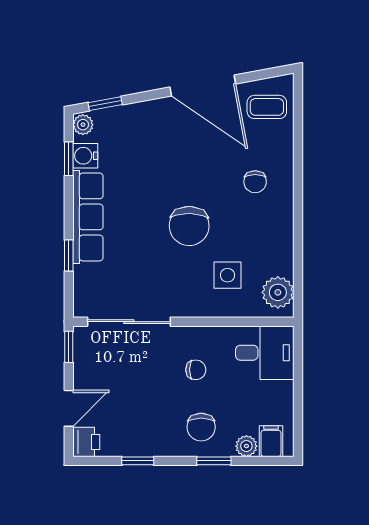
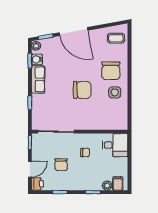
door: (203, 85) -> (73, 32), moved
chair: (255, 182) -> (111, 71), width x1.87, depth x1.87
row of seats: (88, 217) -> (38, 79), width x0.68
chair: (189, 226) -> (82, 90), turned -91
side table: (227, 275) -> (115, 92), moved
plant: (278, 292) -> (121, 119), removed
chair: (201, 427) -> (61, 165), moved

